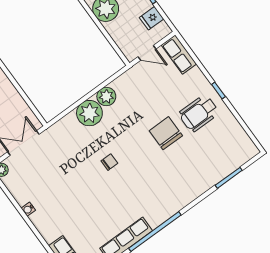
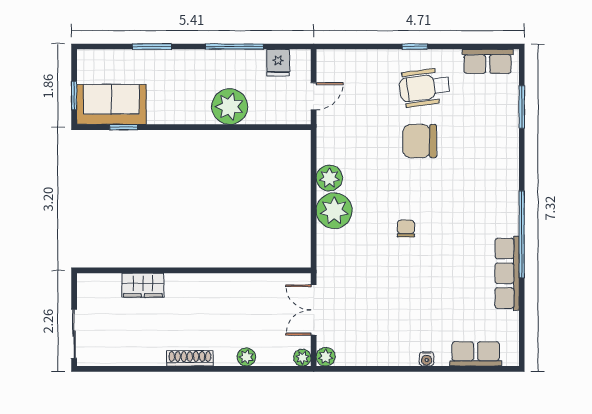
row of seats: (179, 54) -> (488, 61), moved
wheelchair: (199, 113) -> (424, 87), turned 82
water cooler: (28, 209) -> (427, 359), moved

